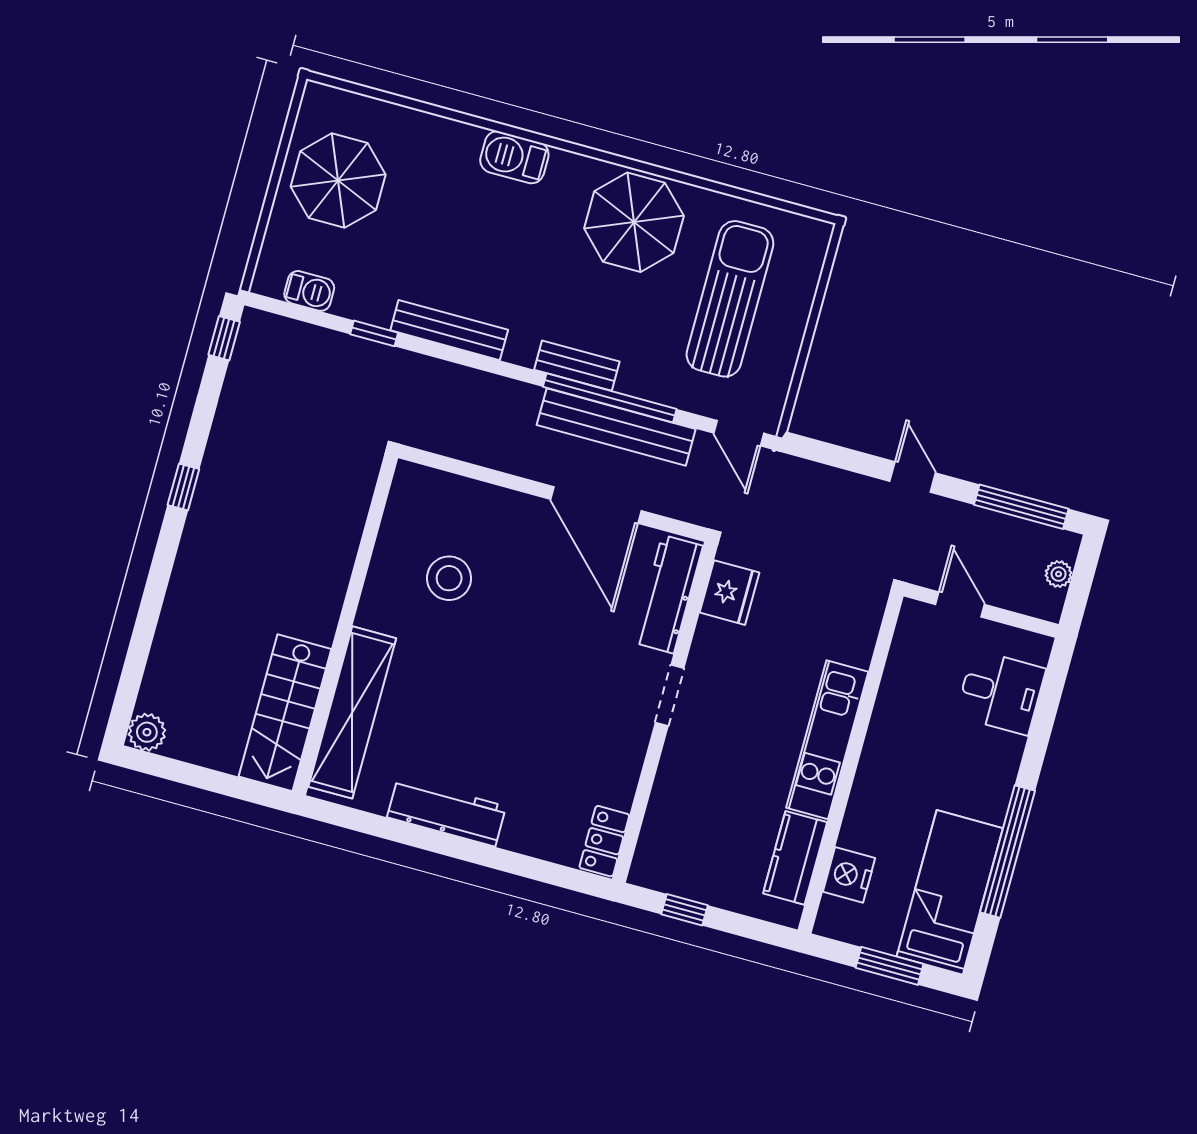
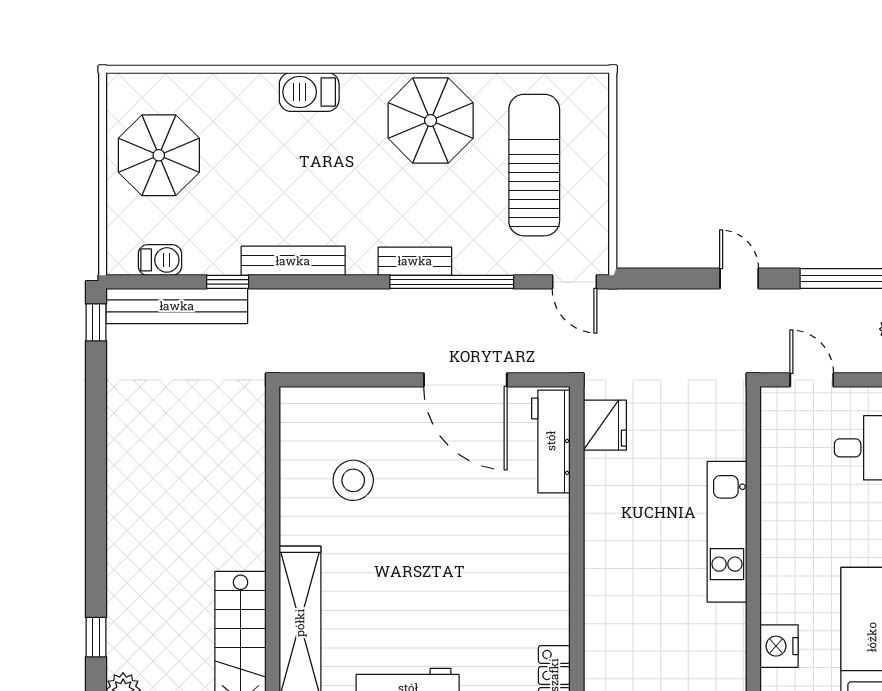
bench: (616, 427) -> (177, 306), moved
window: (183, 487) -> (96, 637), moved
doorway: (670, 695) -> (577, 530), removed
kitchen counter: (795, 858) -> (727, 644), removed

